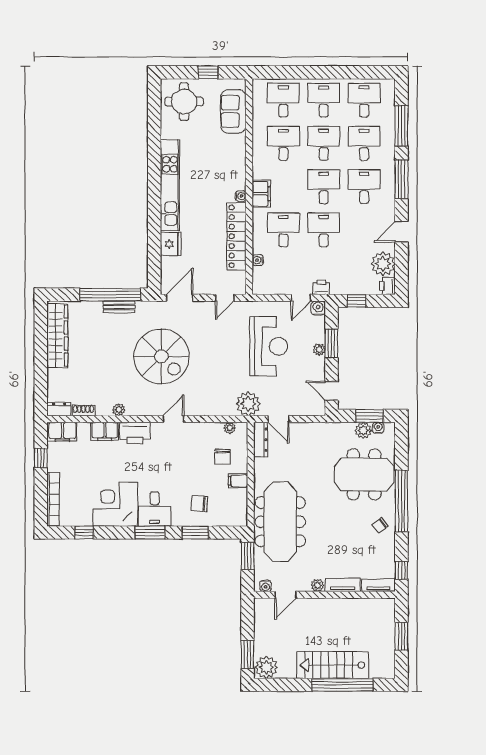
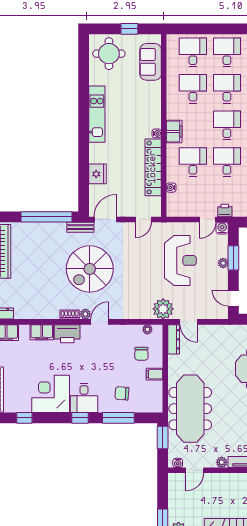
kitchen unit: (170, 185) -> (97, 114), width x0.73
bench: (119, 307) -> (80, 227), moved
spiral stairs: (161, 356) -> (90, 269), turned 90
shoe rack: (83, 410) -> (70, 315), moved
plant: (119, 410) -> (85, 314), moved
window: (150, 533) -> (80, 418), width x0.67
window: (195, 533) -> (118, 418), width x1.44

